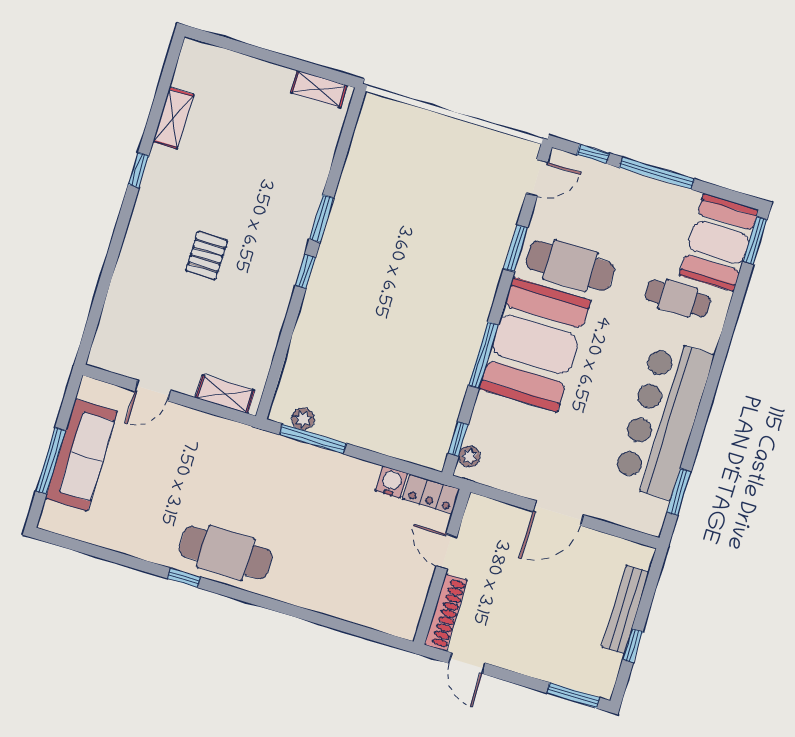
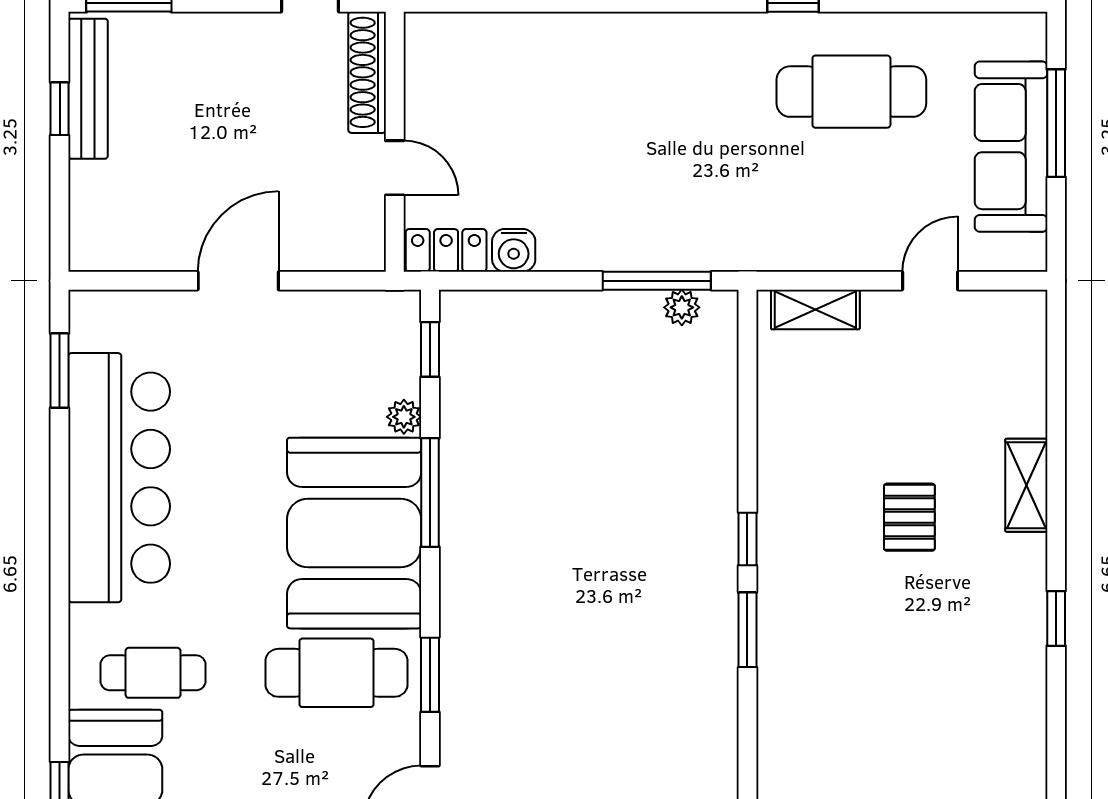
shelving: (173, 118) -> (1026, 485), moved
plant: (469, 456) -> (404, 417), moved
cafe table: (226, 553) -> (851, 92), moved
bench: (625, 610) -> (88, 89), moved

